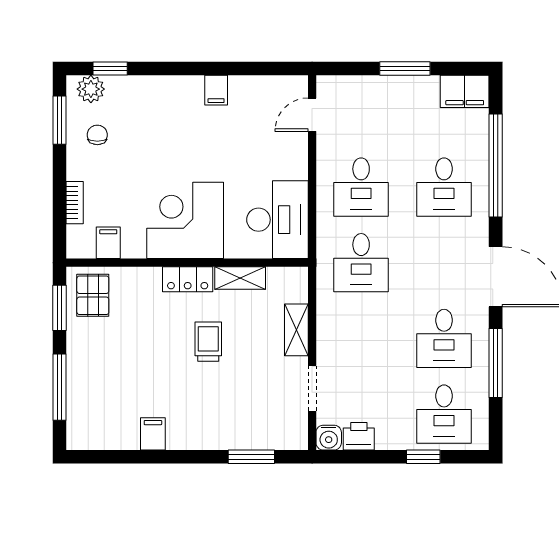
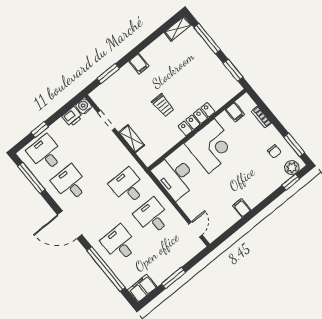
shelving: (240, 278) -> (178, 29), moved
locker: (188, 279) -> (197, 119), width x1.53
pallet: (93, 295) -> (224, 86), removed
window: (496, 363) -> (31, 178), moved
filing cabinet: (153, 434) -> (139, 64), moved

